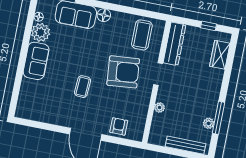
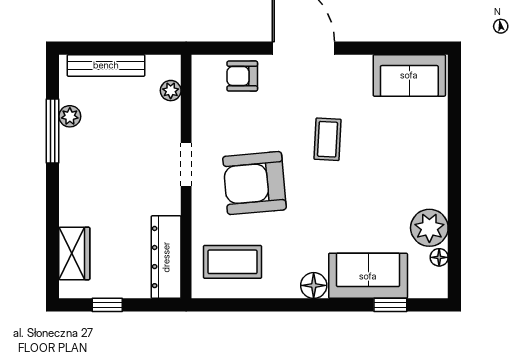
coffee table: (142, 35) -> (233, 262), turned 90
sofa: (36, 61) -> (409, 75), moved, turned -90
doorway: (158, 74) -> (186, 165), moved
plant: (160, 107) -> (171, 91), moved
armchair: (119, 126) -> (242, 76), turned 90

